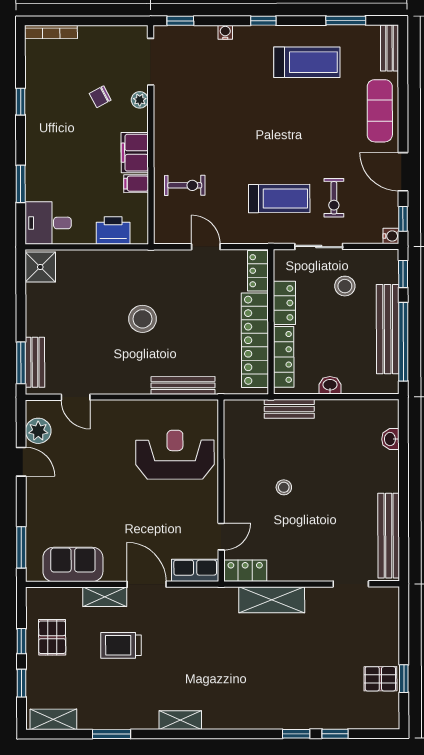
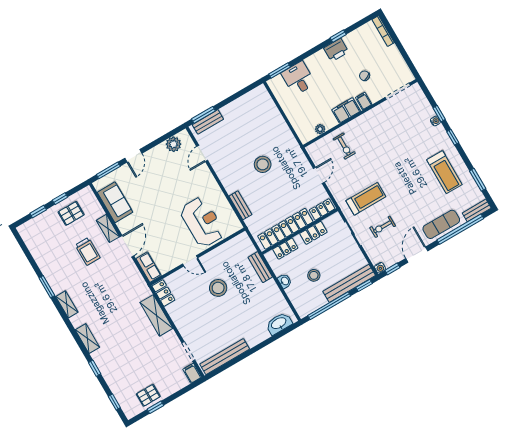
window: (180, 21) -> (439, 114), moved
window: (403, 87) -> (460, 229), added
plant: (140, 100) -> (320, 129), moved
window: (21, 184) -> (280, 70), moved
filing cabinet: (136, 184) -> (364, 101), moved
treadmill: (279, 199) -> (366, 199), turned -90
desk: (48, 223) -> (298, 78), moved
printer: (113, 230) -> (336, 50), moved, turned 90
shower: (40, 267) -> (259, 96), removed
stool: (345, 286) -> (314, 275), moved
bench: (388, 329) -> (349, 283), moved
locker: (284, 357) -> (285, 249), width x0.66
bench: (183, 385) -> (240, 205), width x0.73
washbasin: (390, 439) -> (279, 324), width x1.91, depth x1.45
door: (21, 462) -> (133, 156), moved
stool: (284, 487) -> (218, 288), width x1.89, depth x1.89
door: (221, 537) -> (190, 261), moved
filing cabinet: (385, 597) -> (192, 373), added
trolley: (121, 645) -> (88, 251), turned 180
pallet: (380, 679) -> (148, 395), turned 90
shelving: (53, 719) -> (87, 339), moved
window: (111, 734) -> (47, 287), moved
window: (335, 734) -> (114, 402), moved

